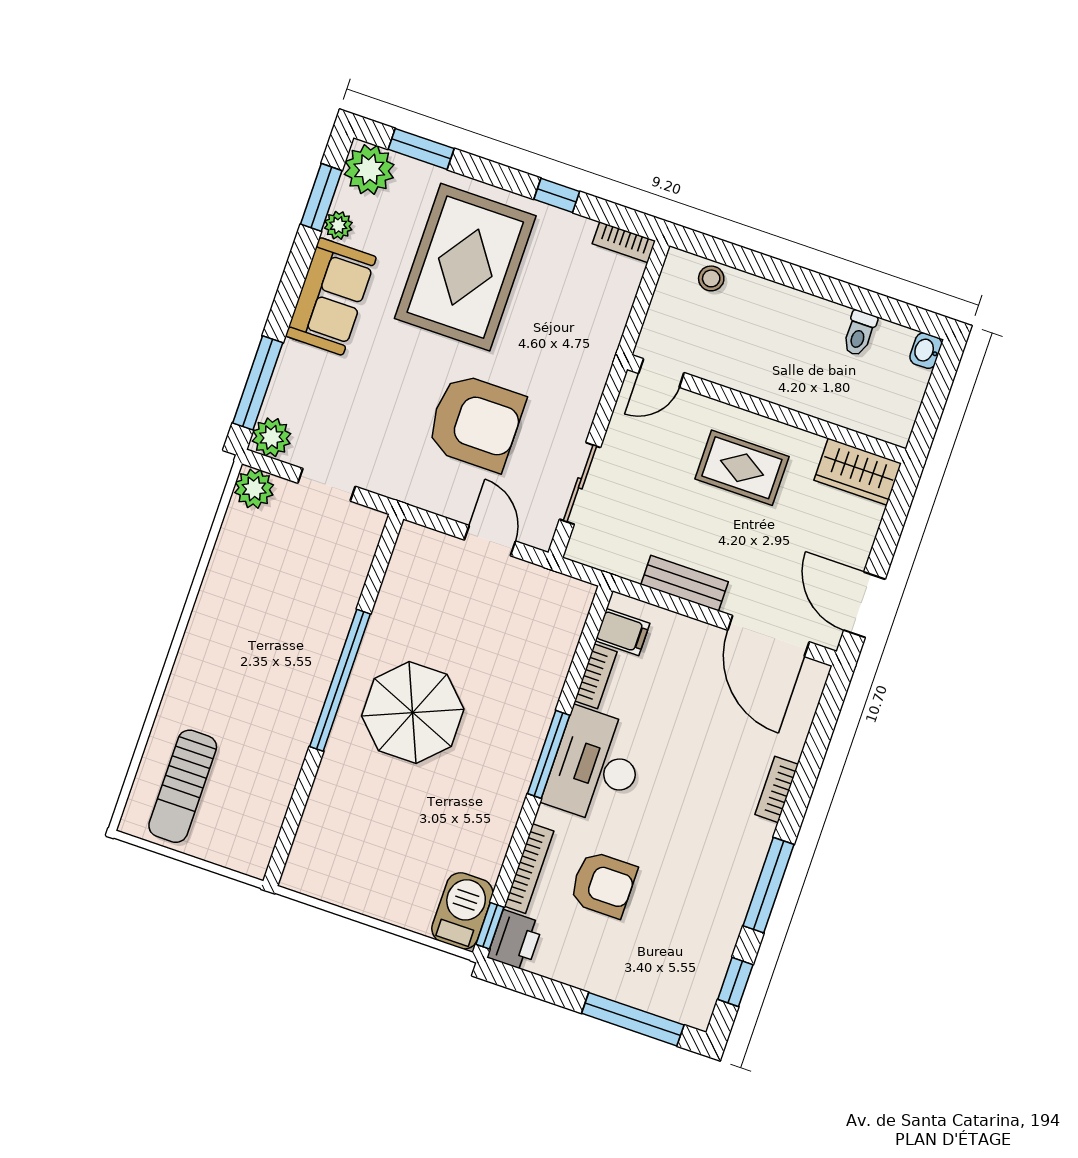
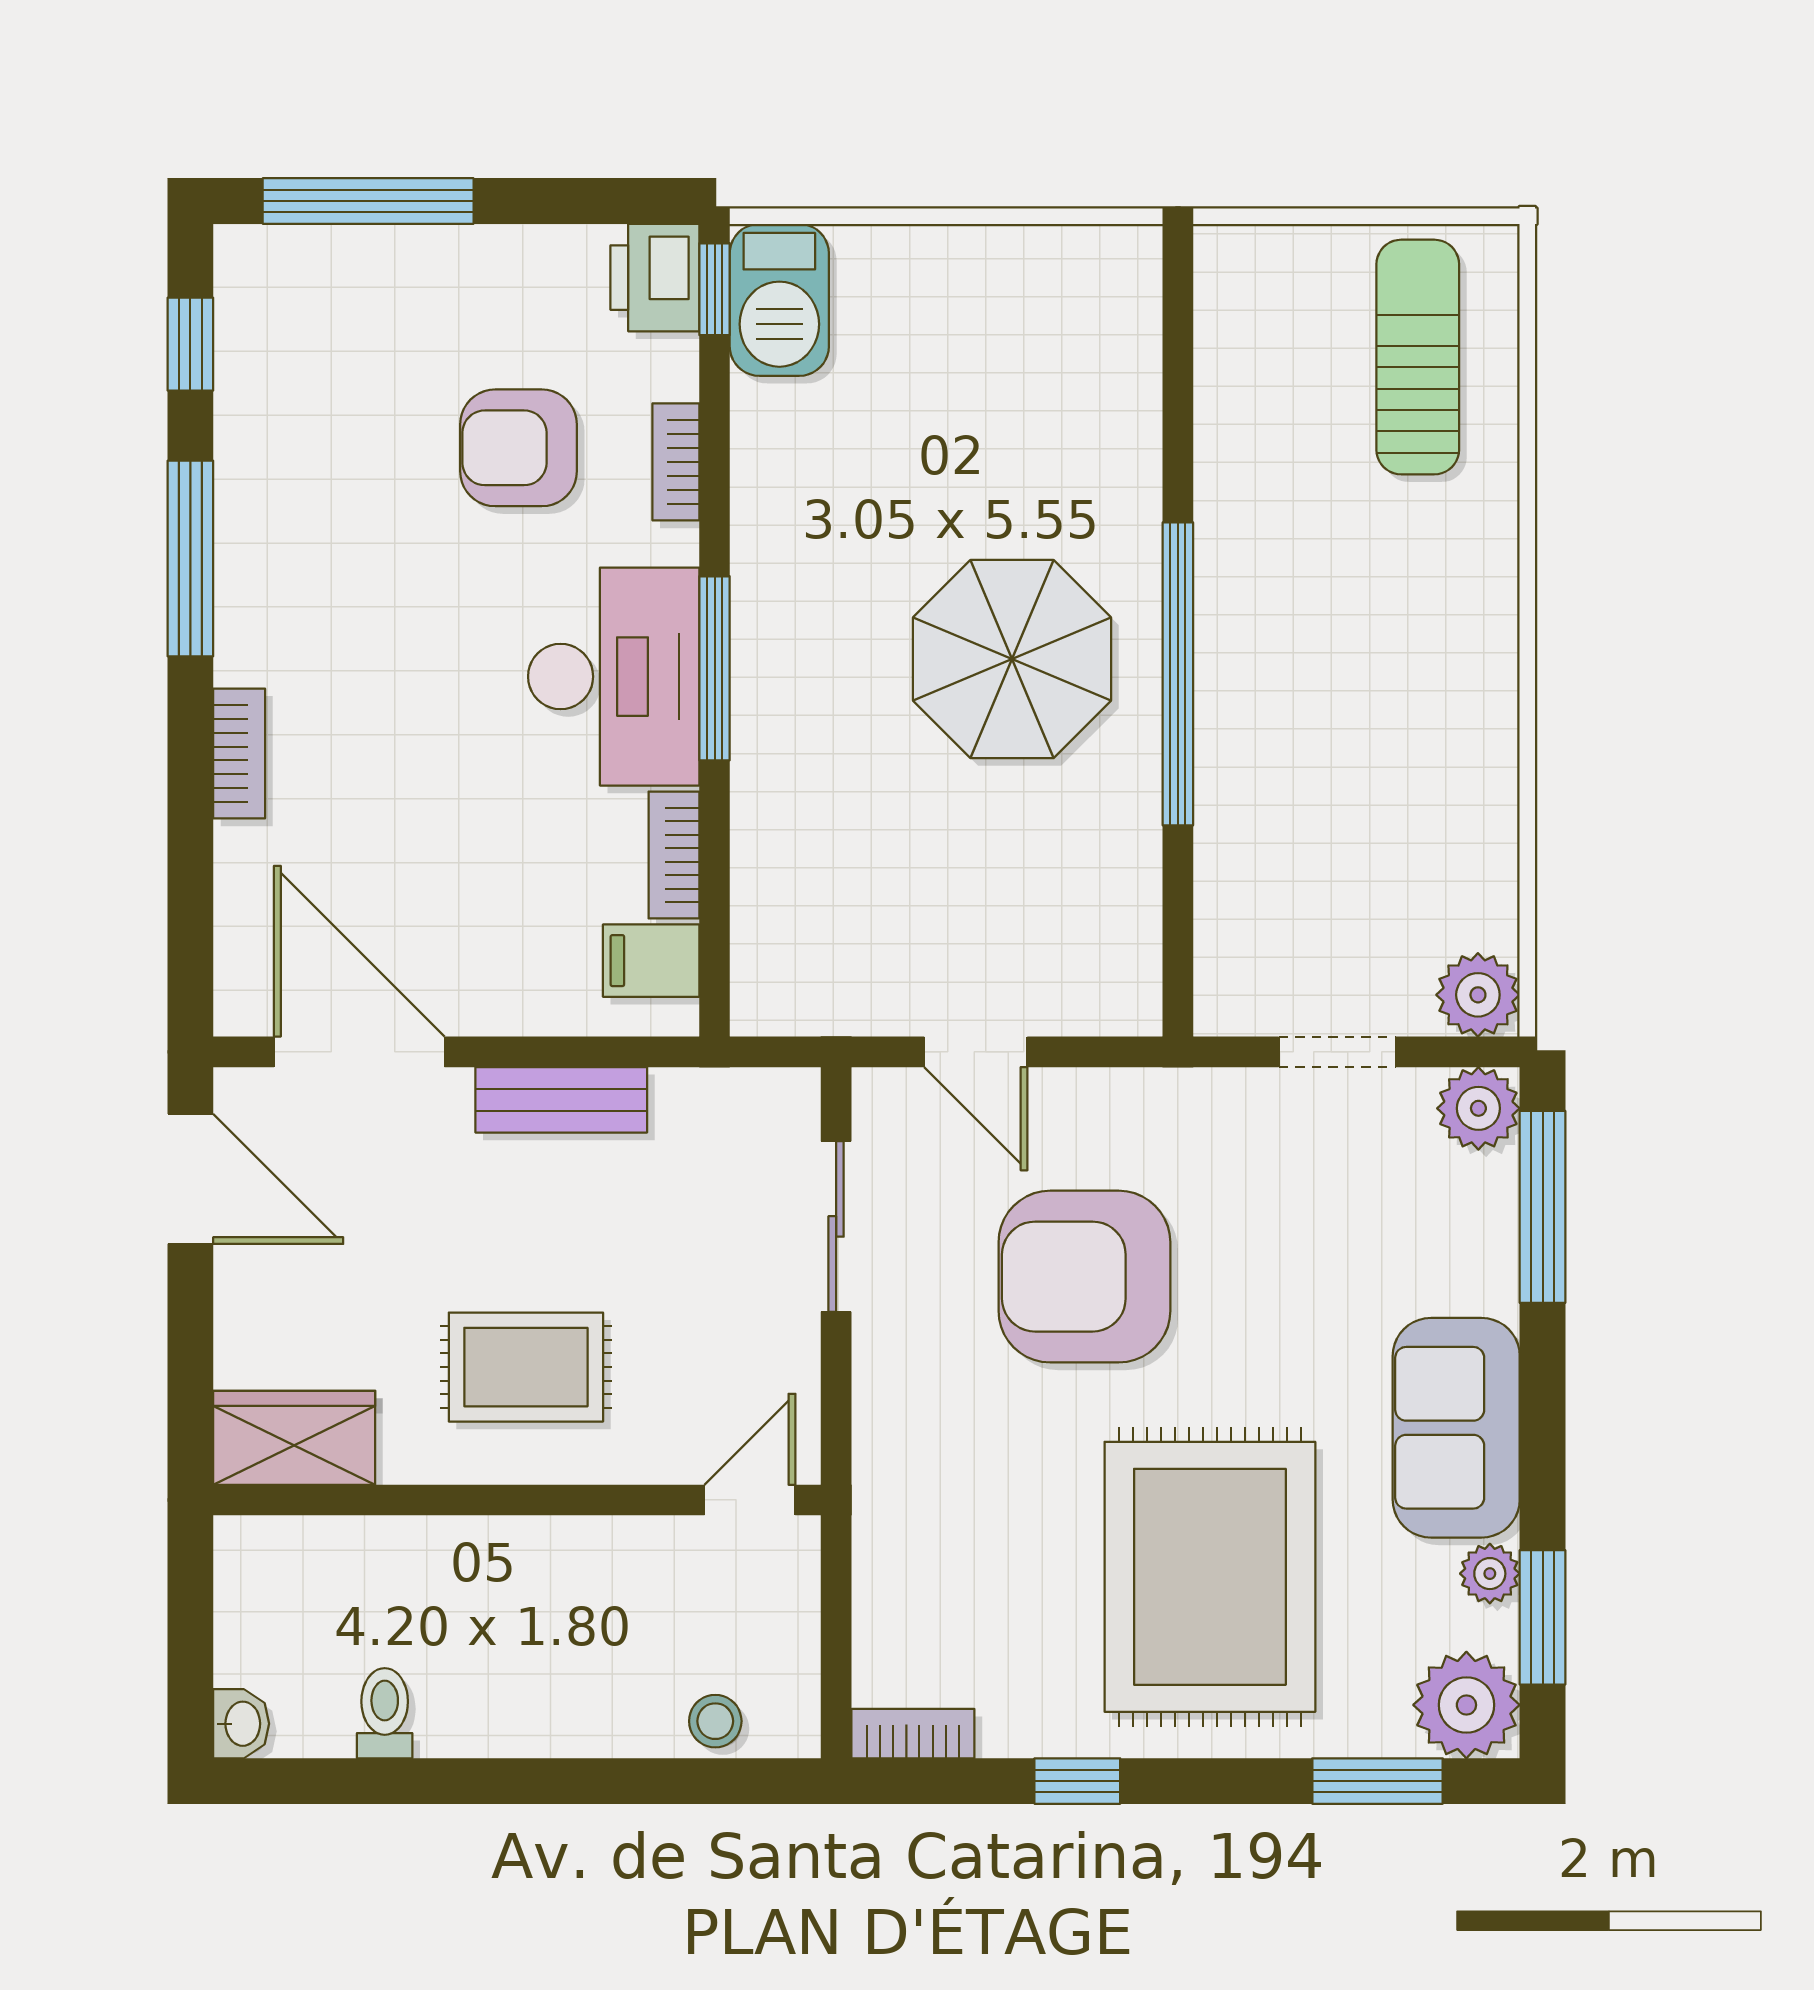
bookcase: (529, 869) -> (676, 462), width x0.64

